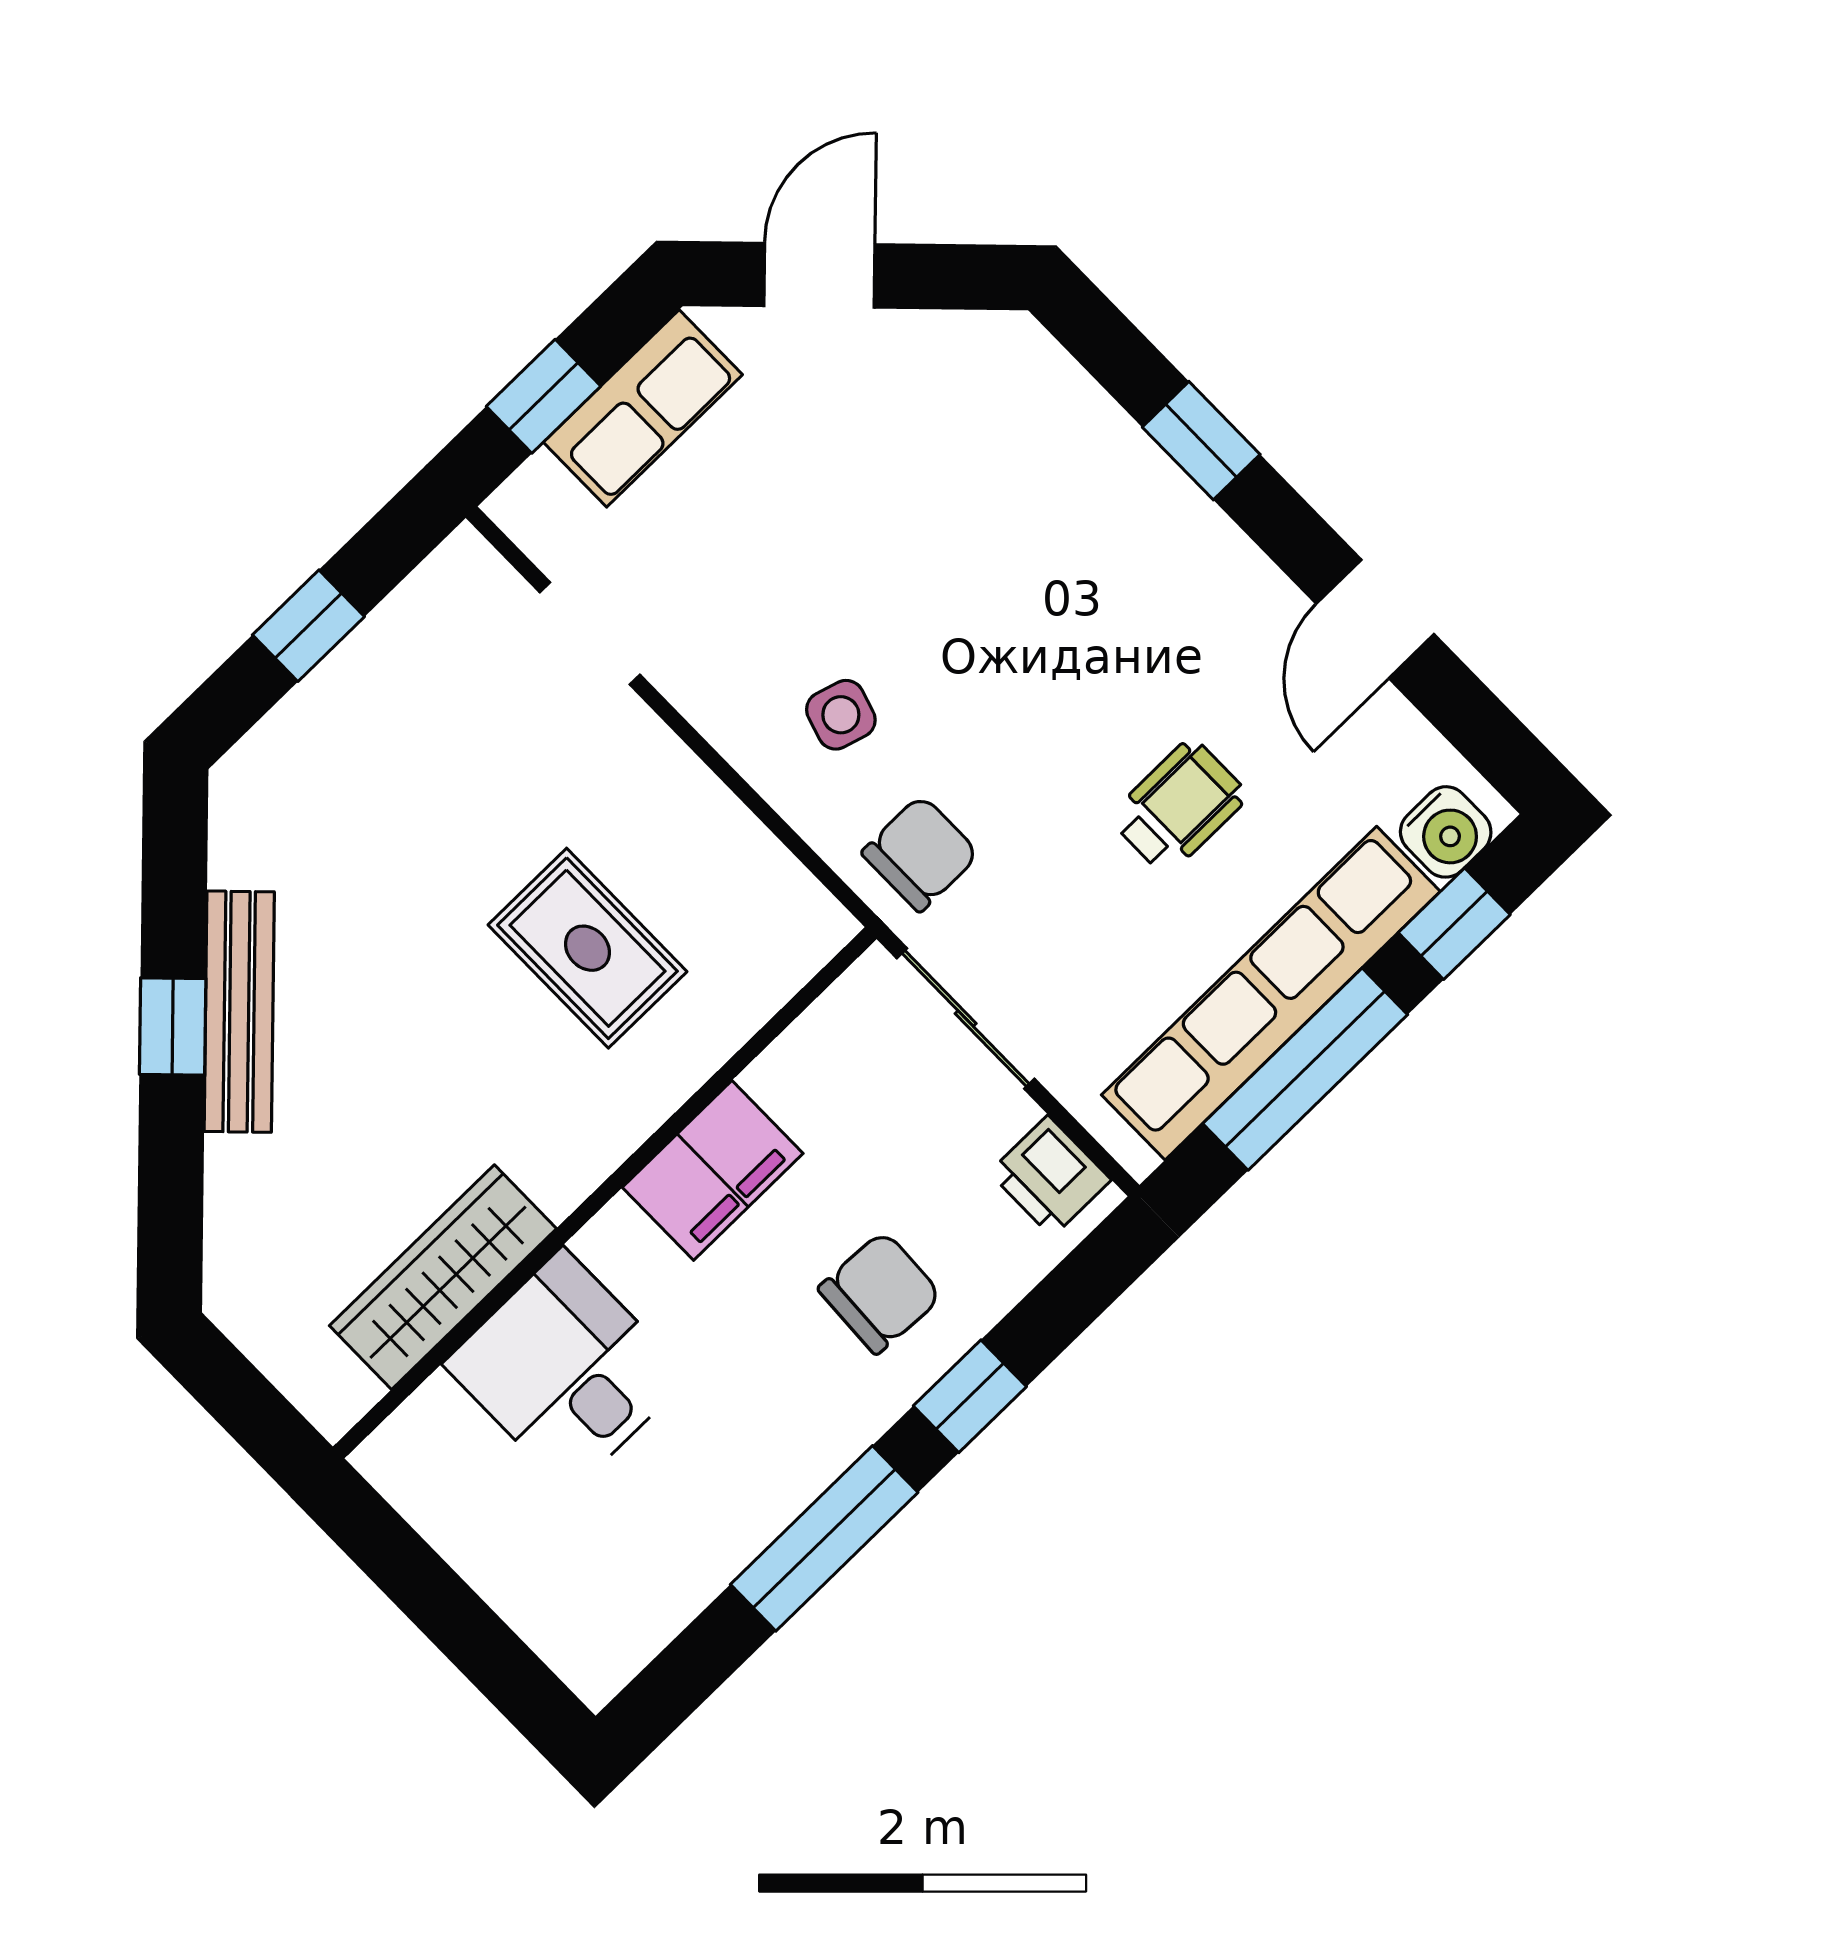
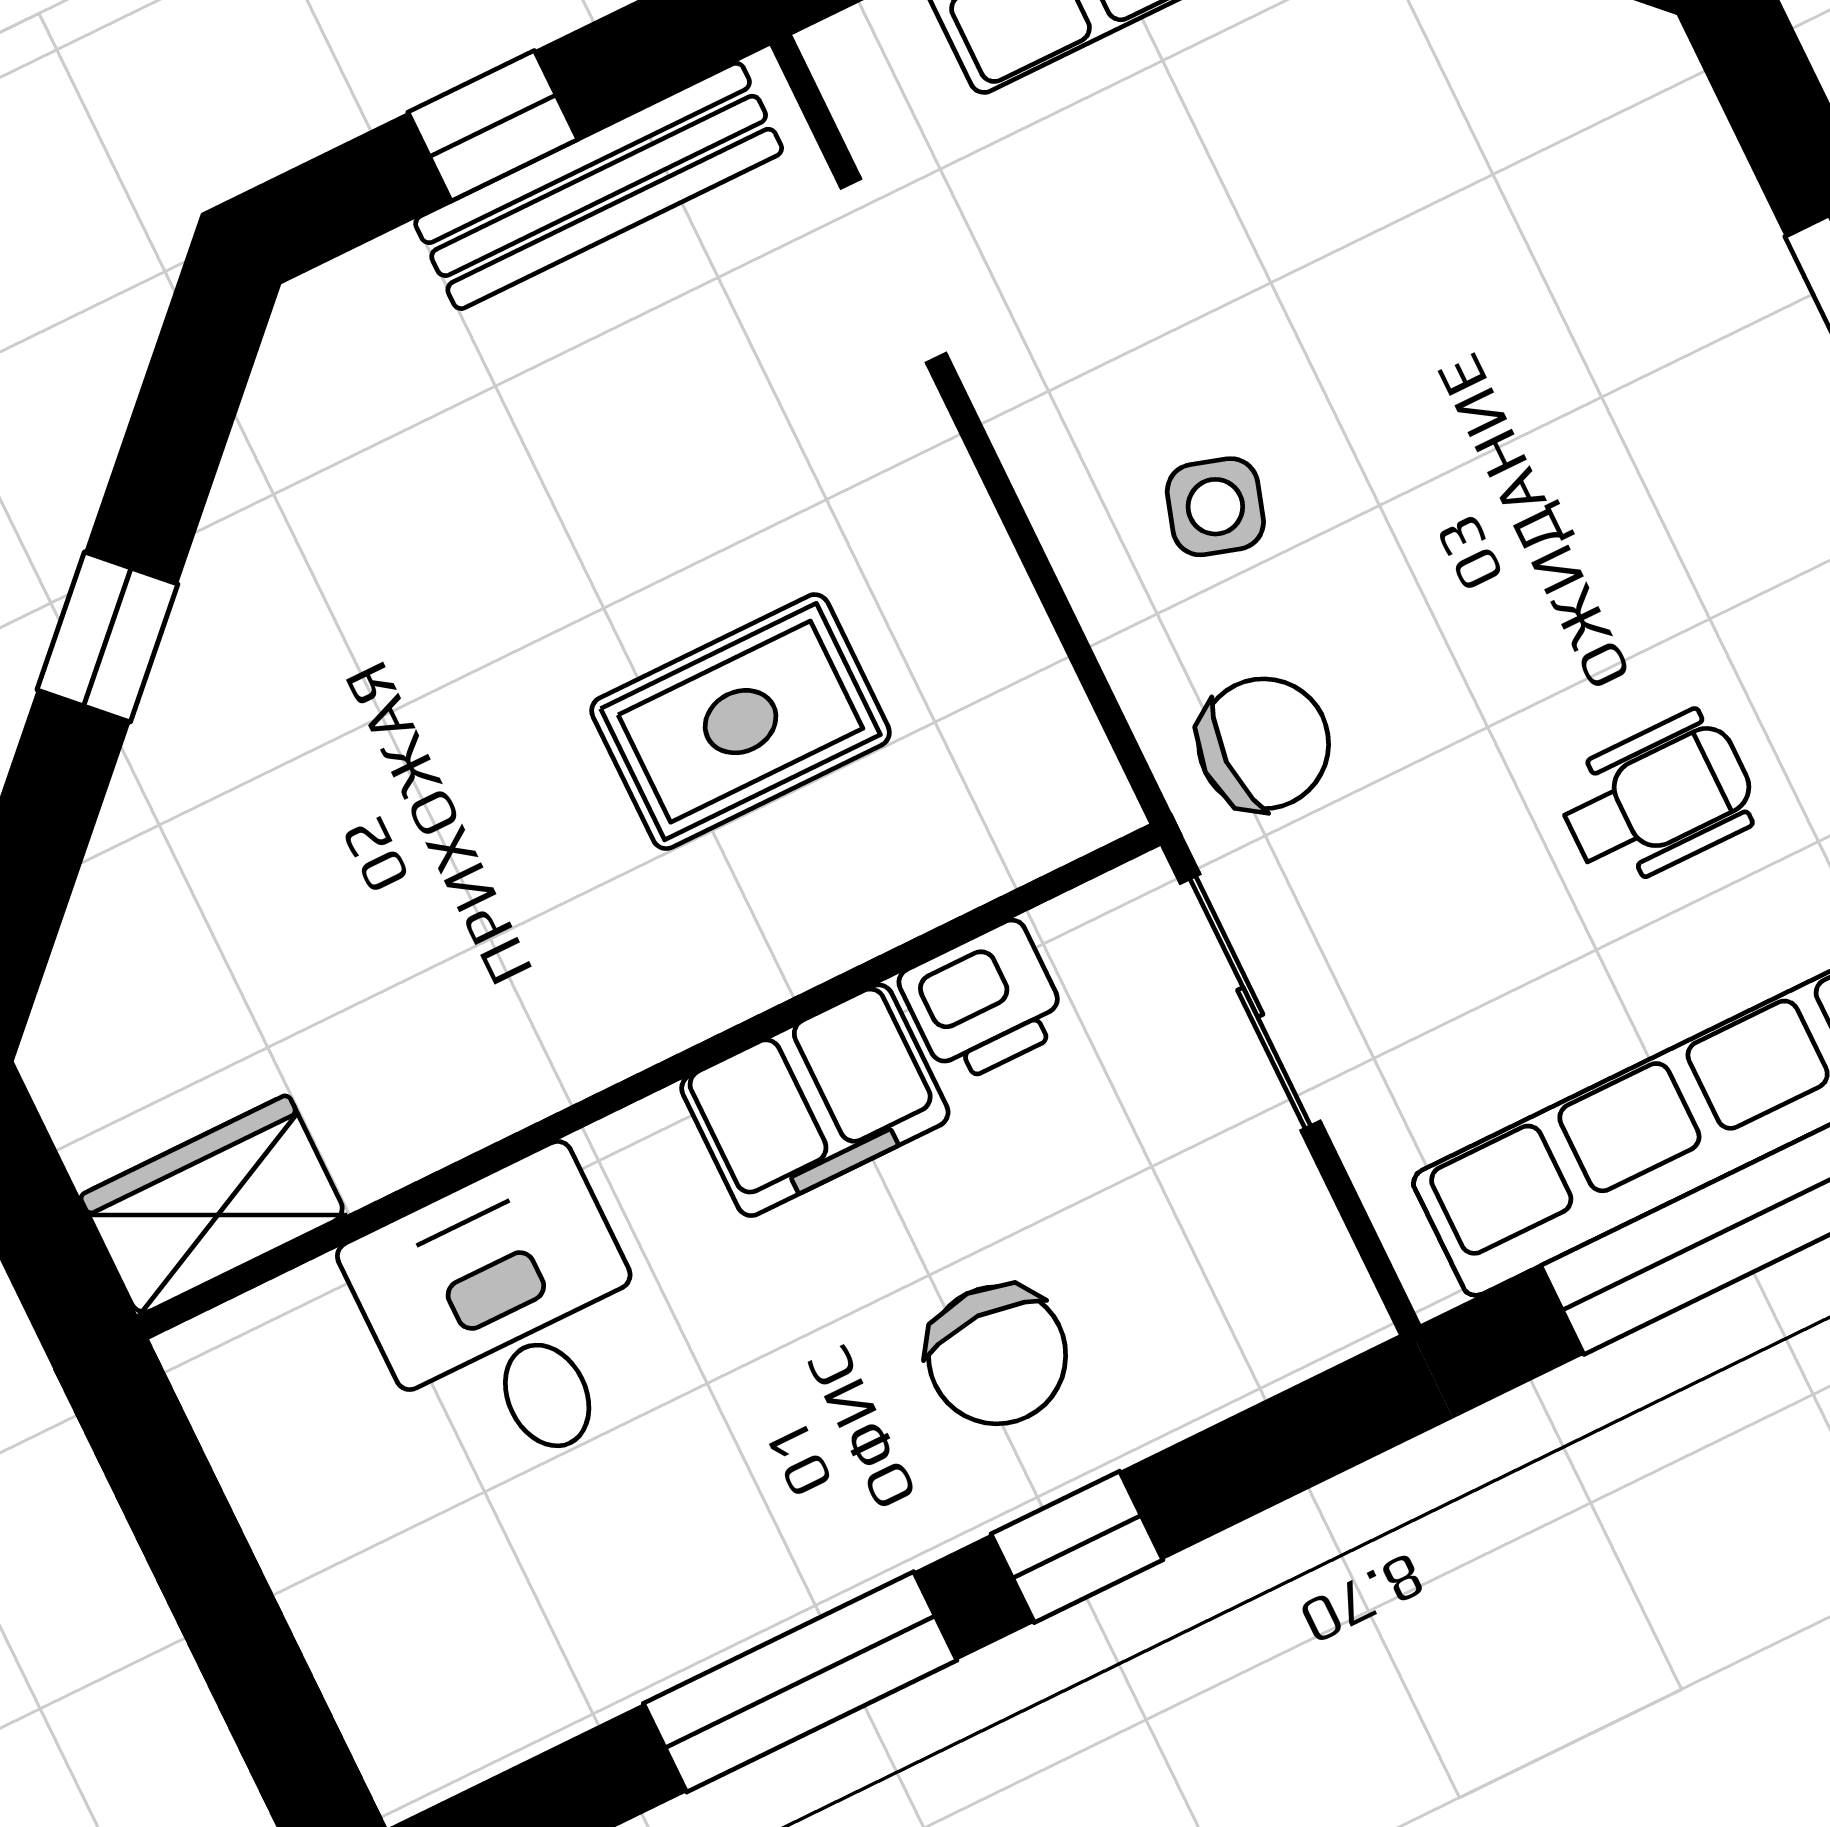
rug: (587, 948) -> (741, 722), turned 90
bench: (239, 1012) -> (599, 186), moved, turned 45
printer: (1050, 1176) -> (984, 1002), moved, turned -90
wardrobe: (443, 1277) -> (213, 1205), moved, width x0.67
chair: (880, 1293) -> (997, 1355), turned 87

